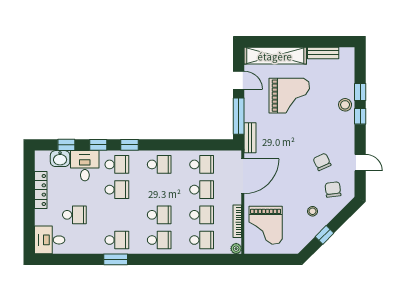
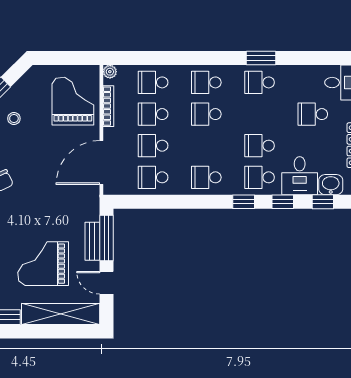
bench: (250, 138) -> (92, 241), moved

